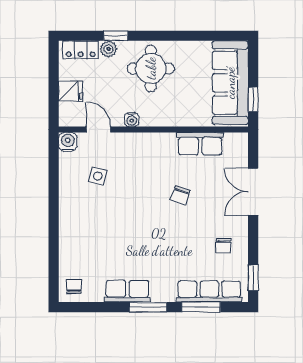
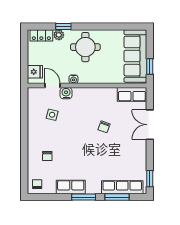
fridge: (70, 91) -> (35, 72), moved
water cooler: (68, 142) -> (66, 93), moved
row of seats: (200, 144) -> (132, 94), moved
chair: (224, 246) -> (47, 156), moved

